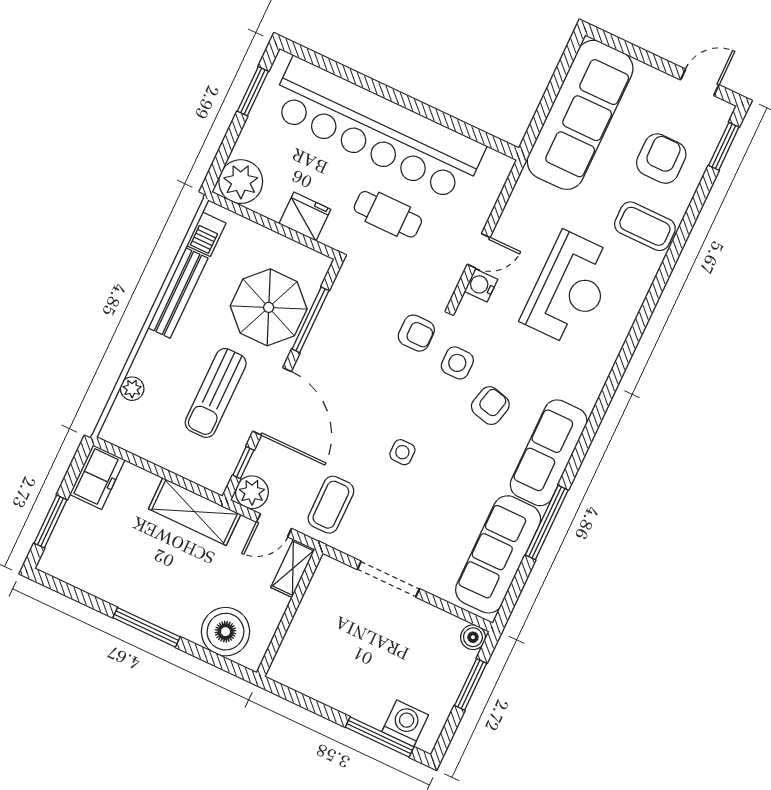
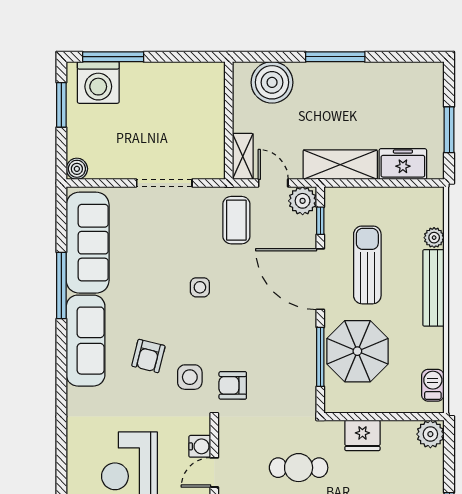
plant: (241, 182) -> (430, 434), width x0.73, depth x0.73
bench: (178, 293) -> (433, 288), moved
freezer: (97, 477) -> (403, 164), moved, turned 90
window: (50, 521) -> (449, 130), moved
door: (274, 525) -> (273, 183), hinge flipped
window: (471, 684) -> (61, 105), moved
washing machine: (405, 723) -> (98, 82), width x1.37, depth x1.37

